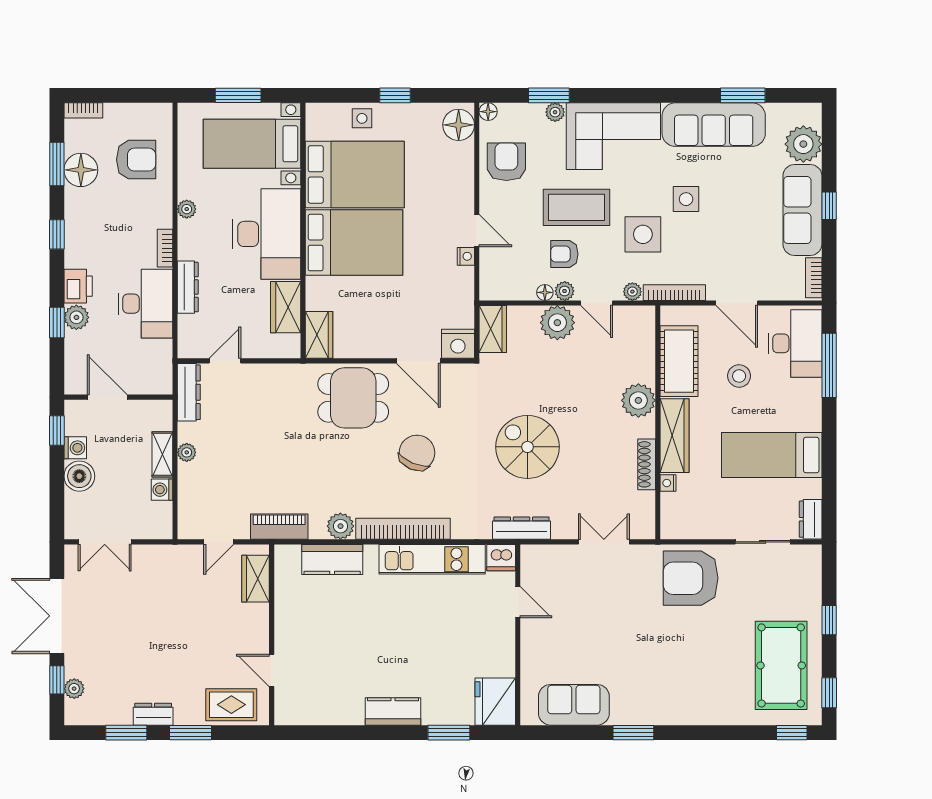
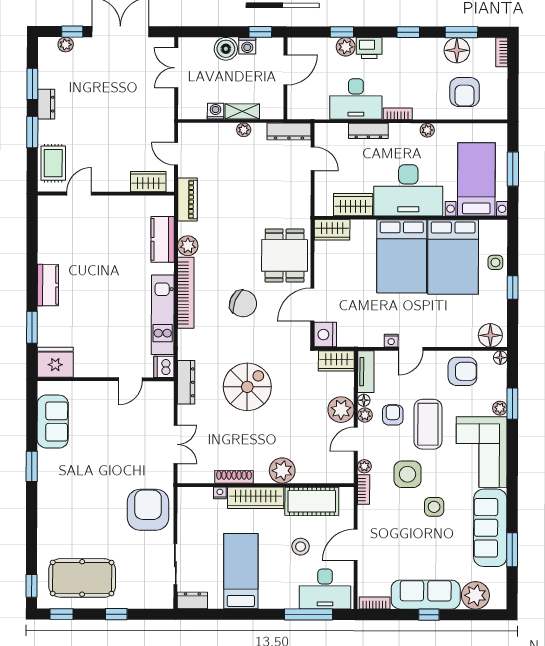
tv unit: (507, 290) -> (366, 372), added
bookcase: (674, 293) -> (364, 489), width x0.64

